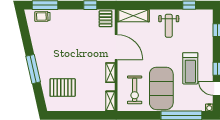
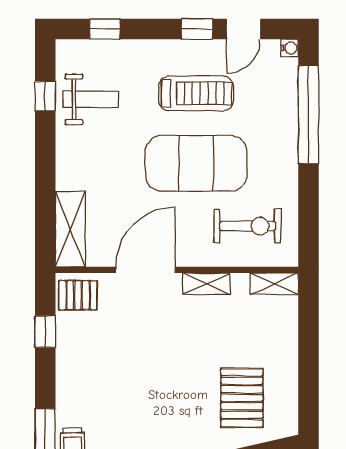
weight bench: (169, 26) -> (91, 99), moved
exercise mat: (161, 88) -> (196, 163), moved

